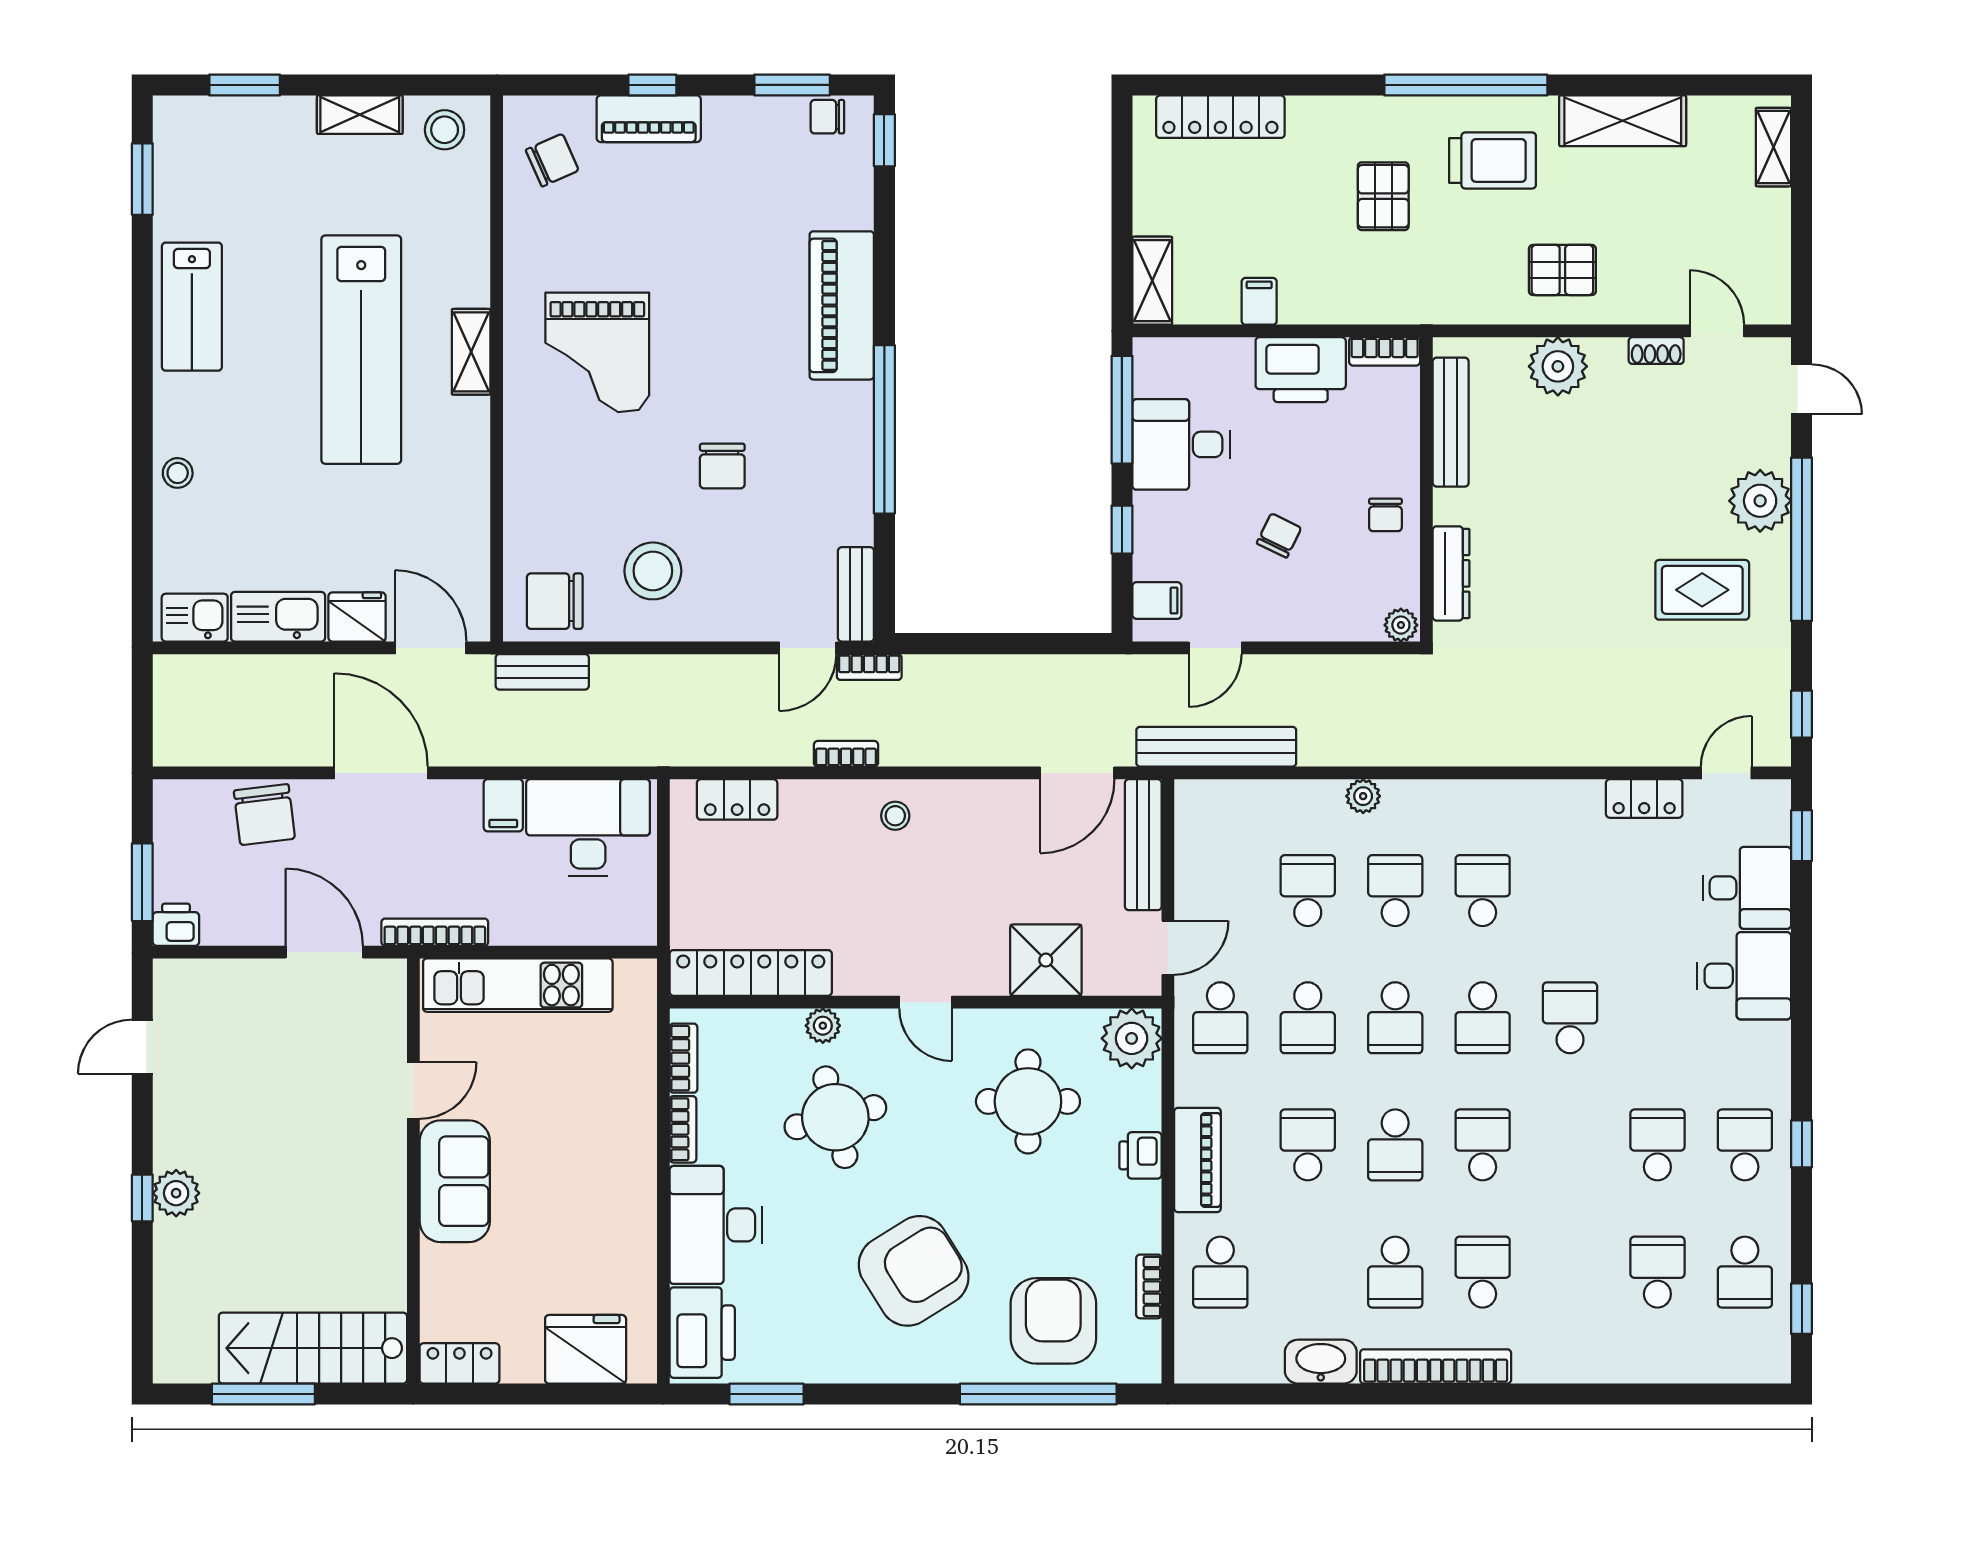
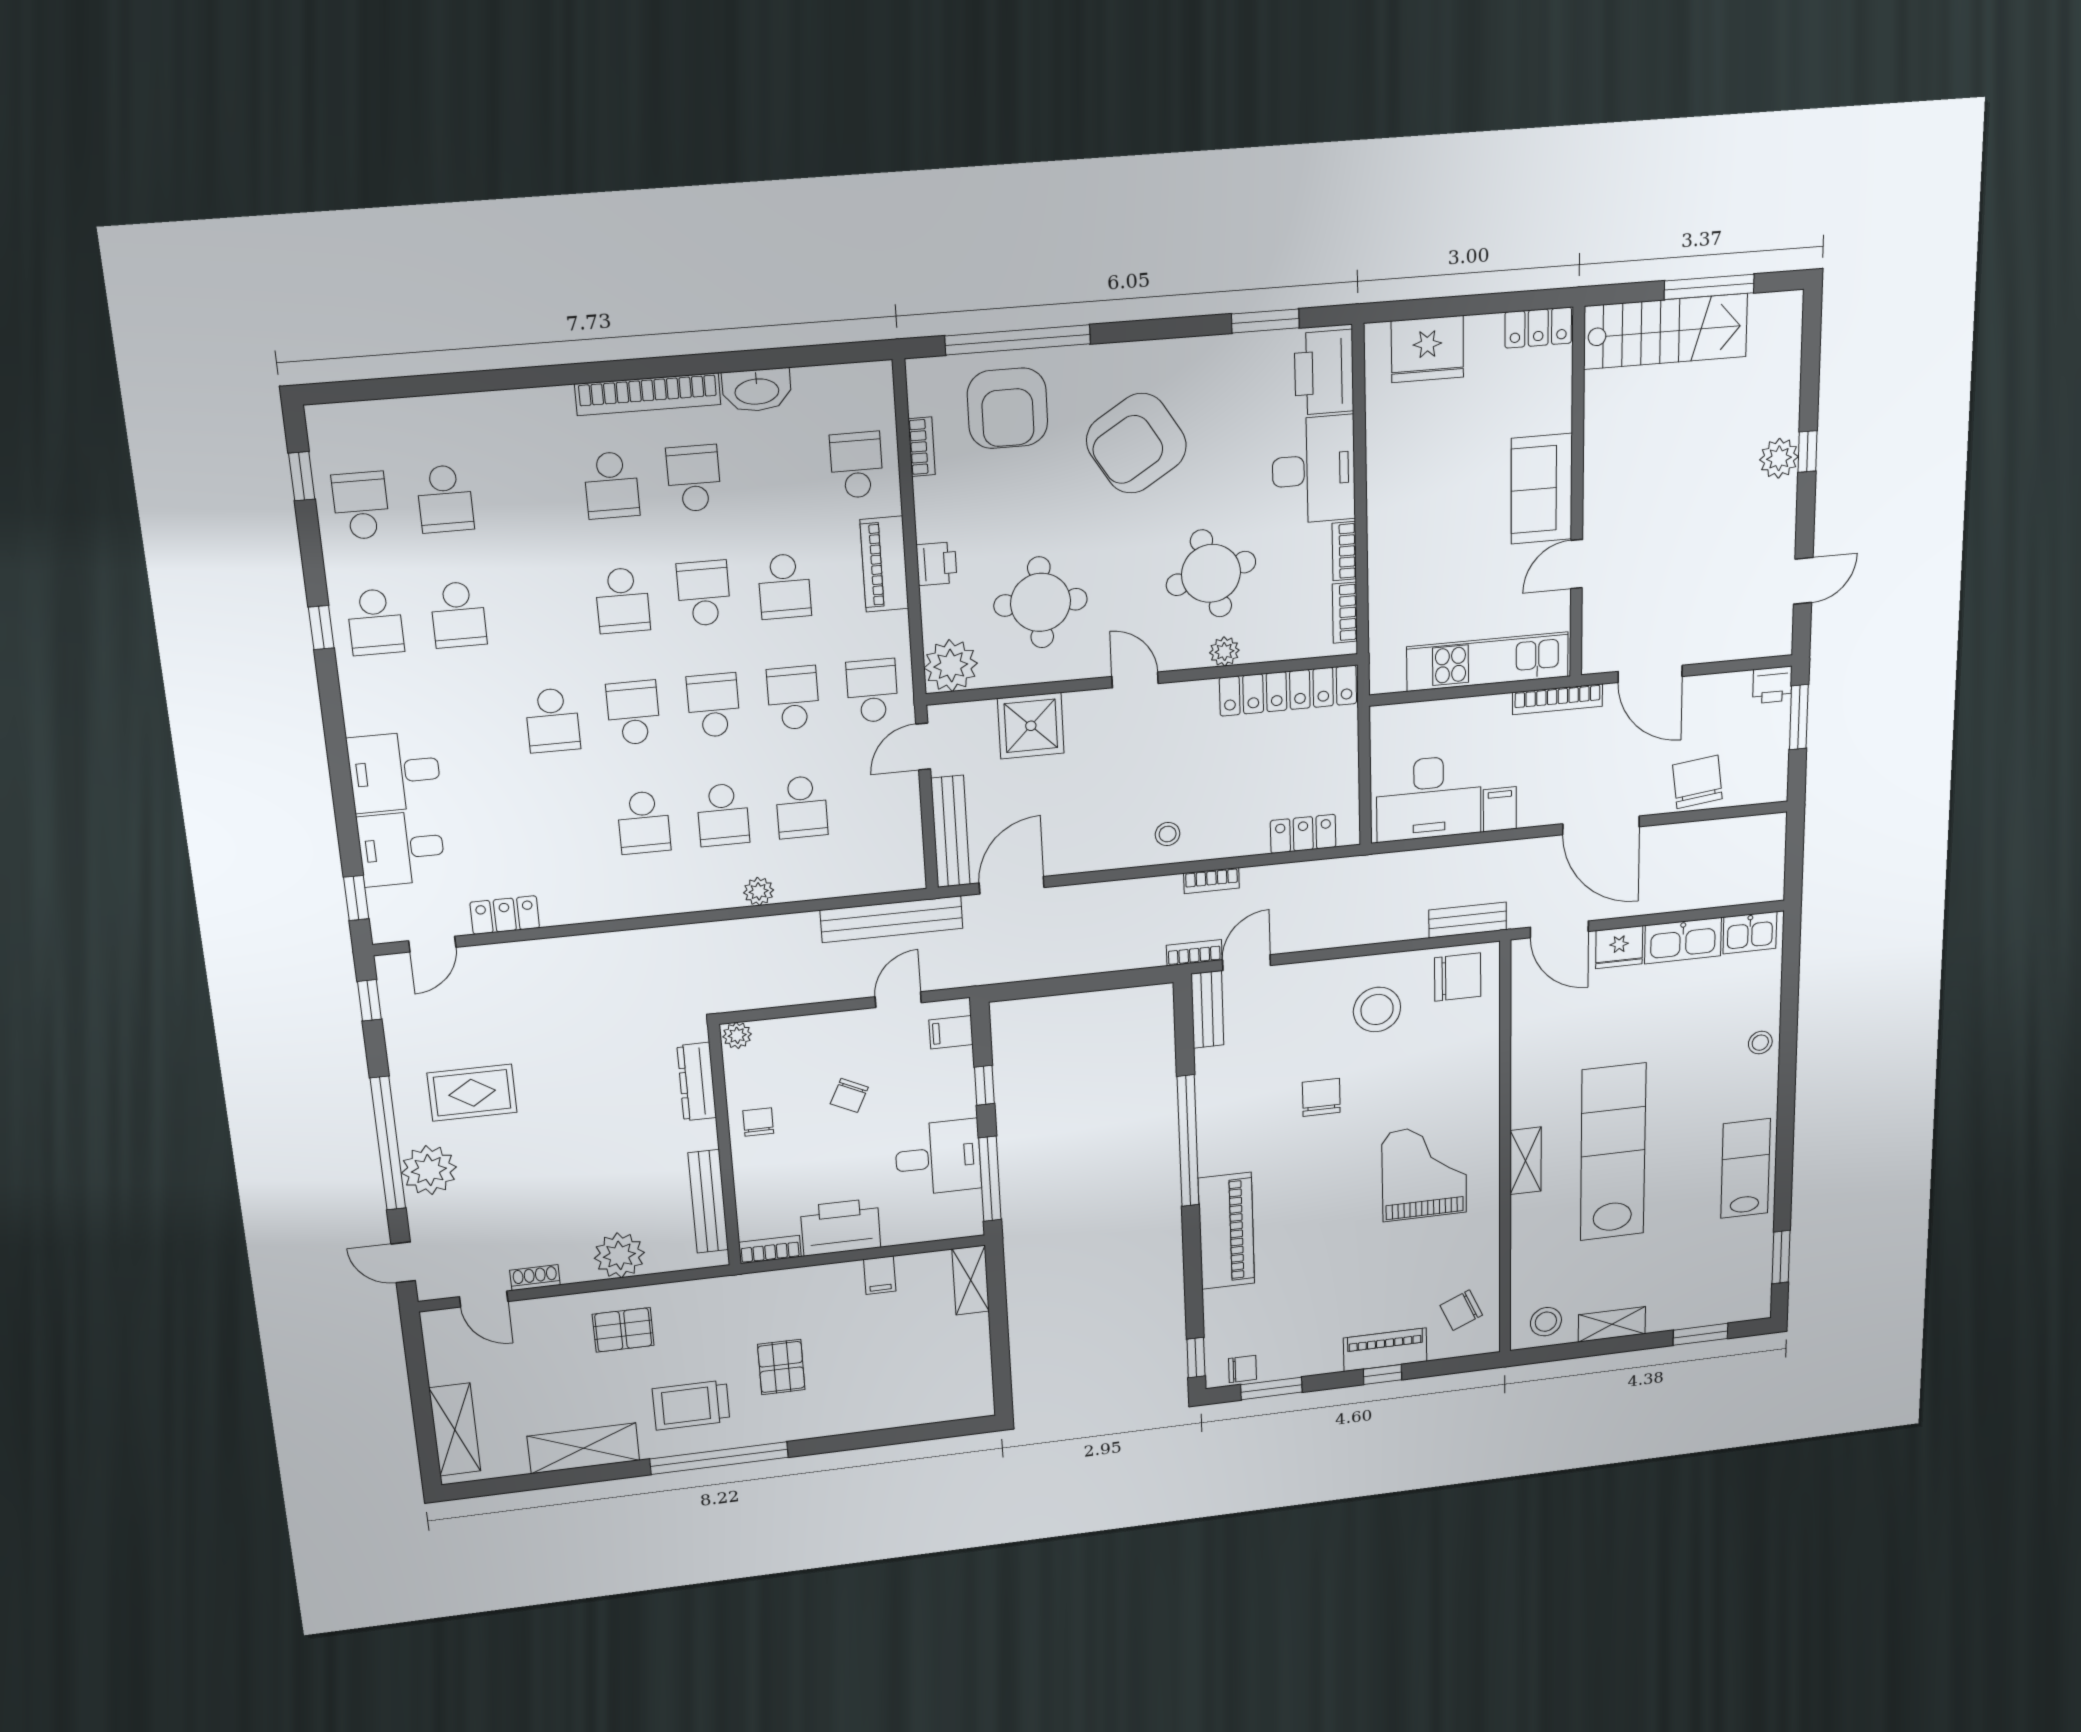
locker: (1220, 117) -> (922, 1409), removed
shelving: (1773, 147) -> (455, 1430), width x1.50, depth x1.33

